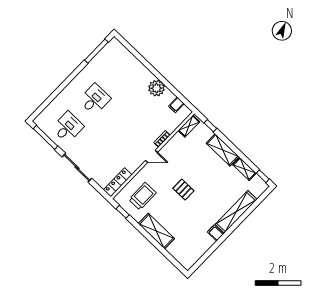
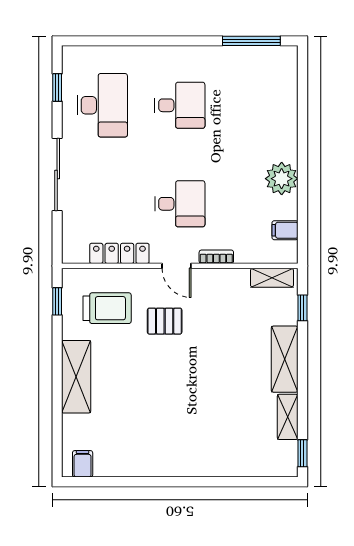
desk: (68, 127) -> (102, 105), width x1.37
desk: (130, 134) -> (180, 204), added
window: (46, 137) -> (57, 87), width x0.46
locker: (118, 182) -> (119, 253), moved
pallet: (183, 190) -> (165, 321), moved, turned 90
shelving: (236, 212) -> (214, 464), removed
filing cabinet: (215, 233) -> (83, 464), moved

